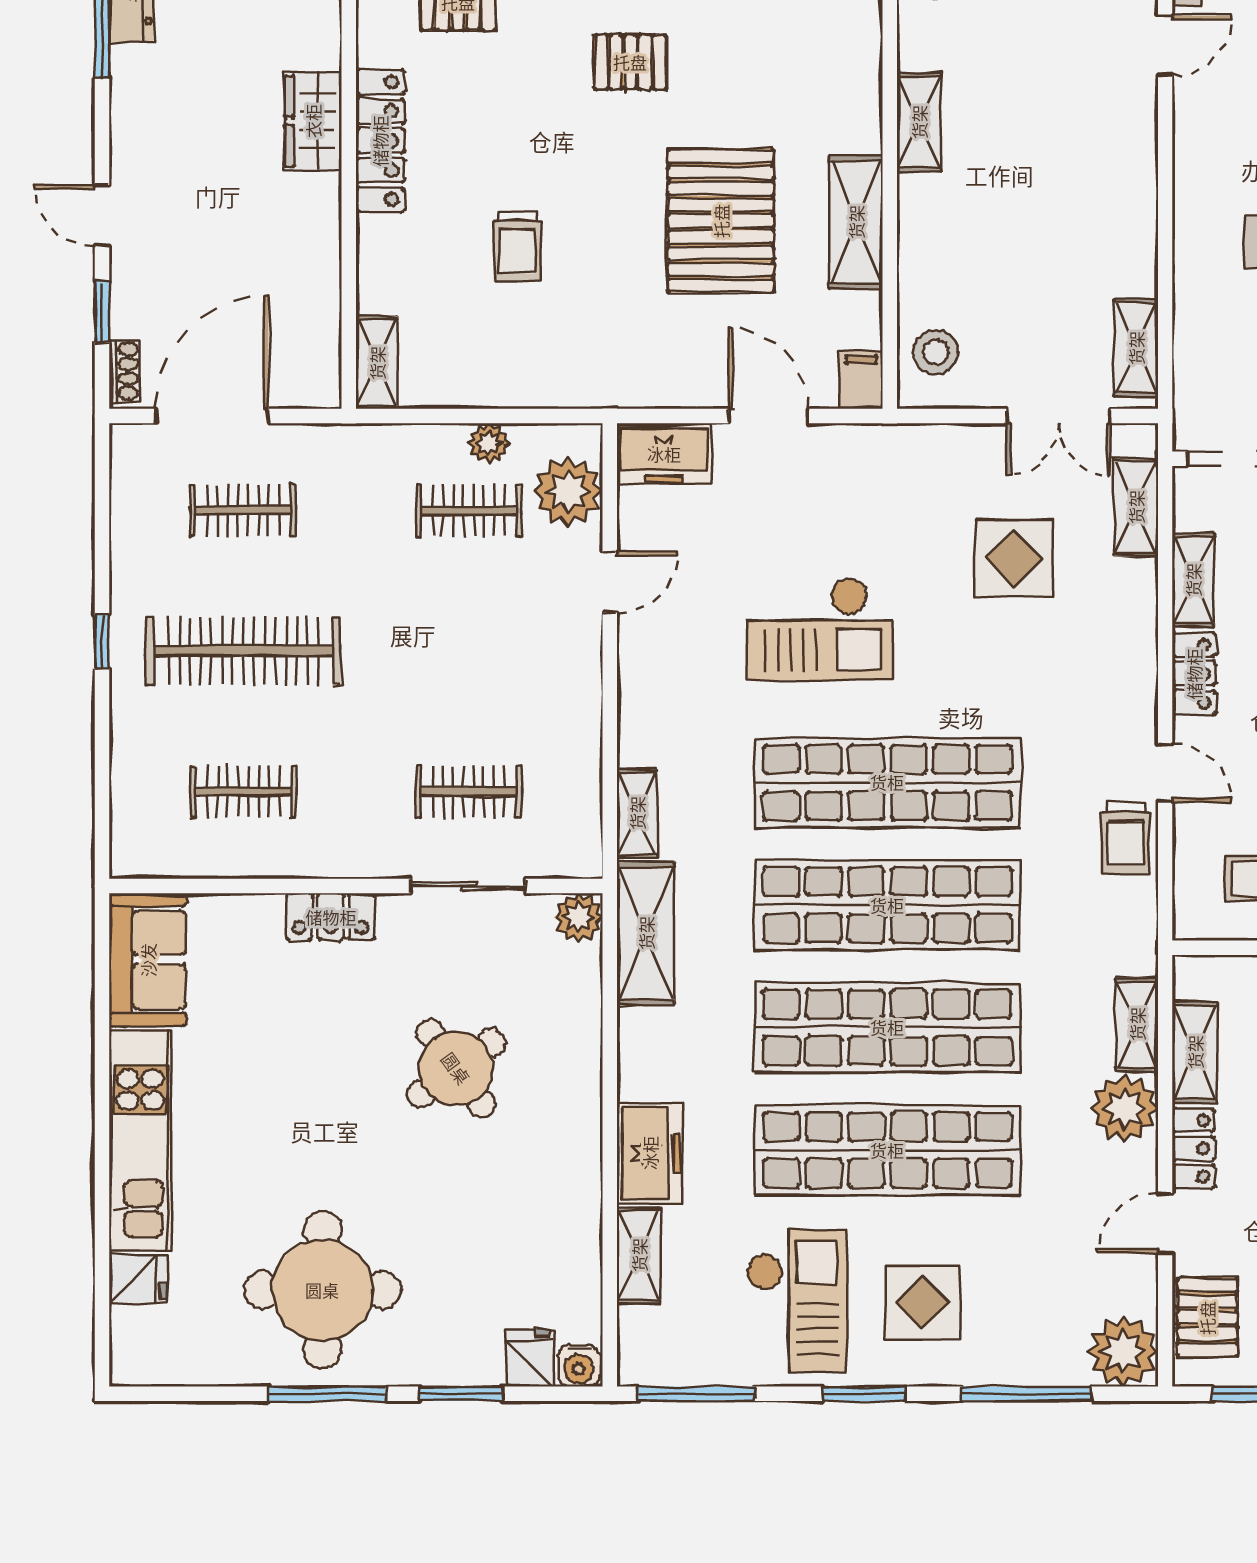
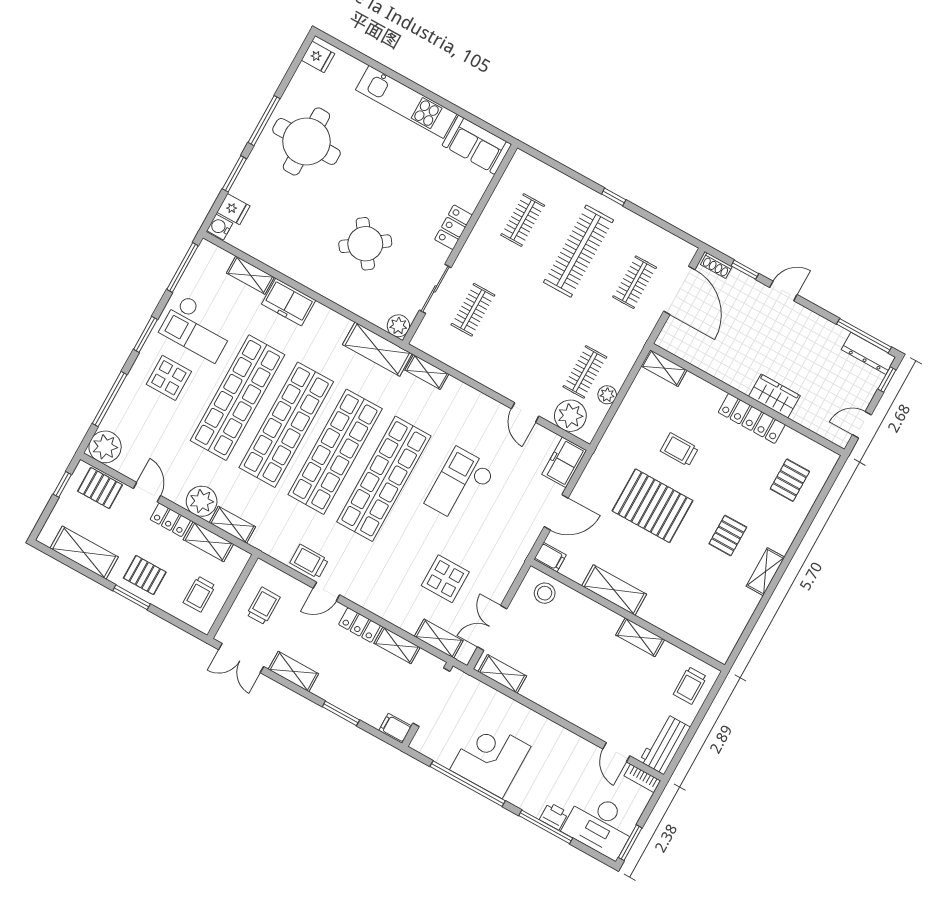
pallet: (721, 221) -> (653, 506), moved
fridge: (138, 1279) -> (318, 57), moved, turned -90

